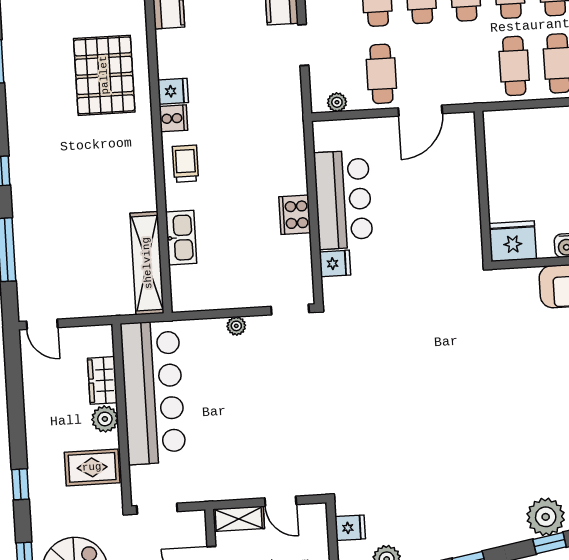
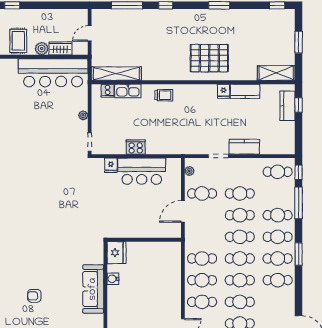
fridge: (173, 91) -> (223, 91), moved
door: (420, 111) -> (183, 211), hinge flipped
cooker: (173, 118) -> (108, 91), moved
door: (42, 324) -> (90, 33), moved

